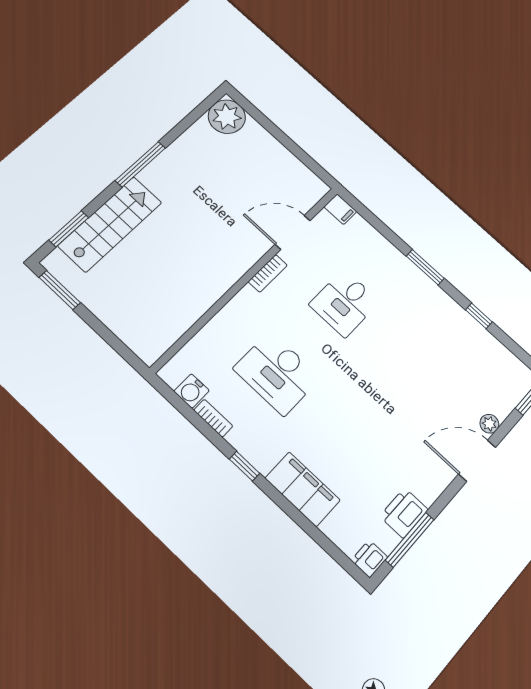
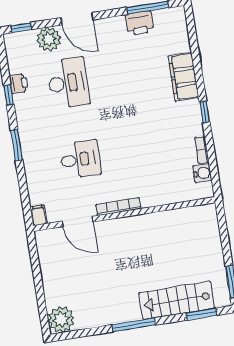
bookcase: (268, 273) -> (118, 207), width x1.56
desk: (277, 373) -> (68, 83), moved
plant: (489, 424) -> (49, 39), width x1.87, depth x1.87
printer: (370, 559) -> (19, 83), moved, turned -90

